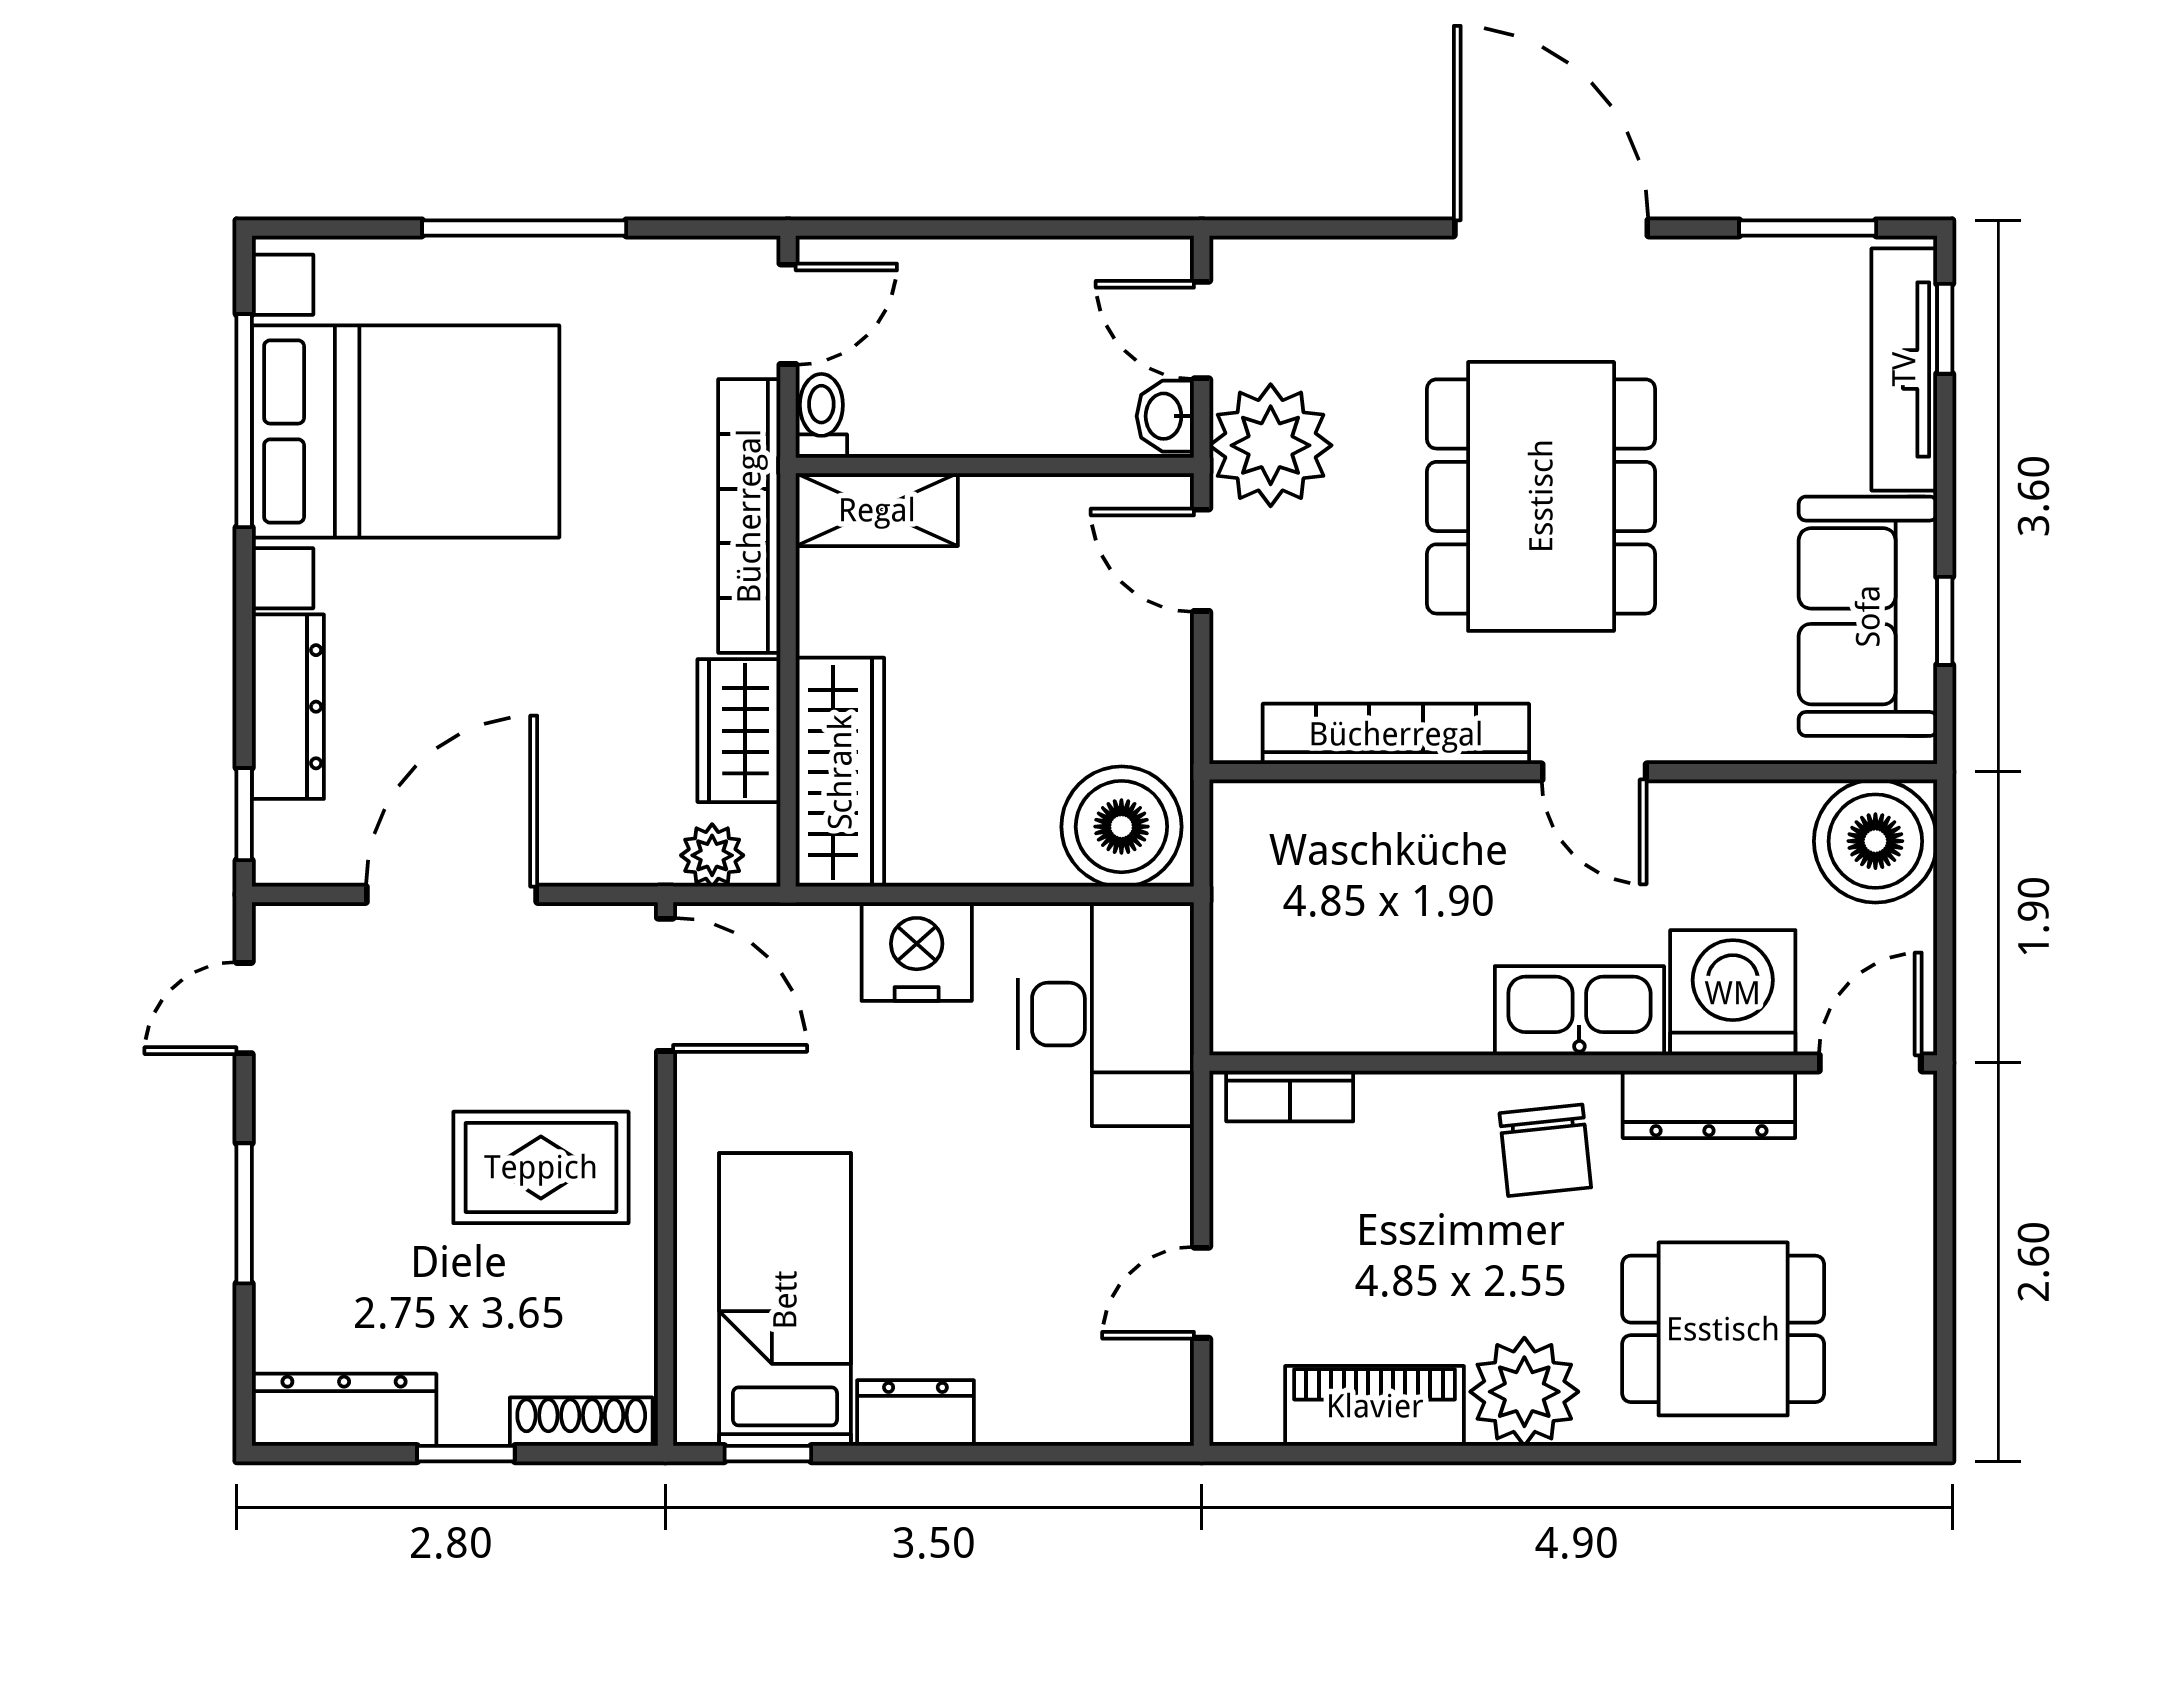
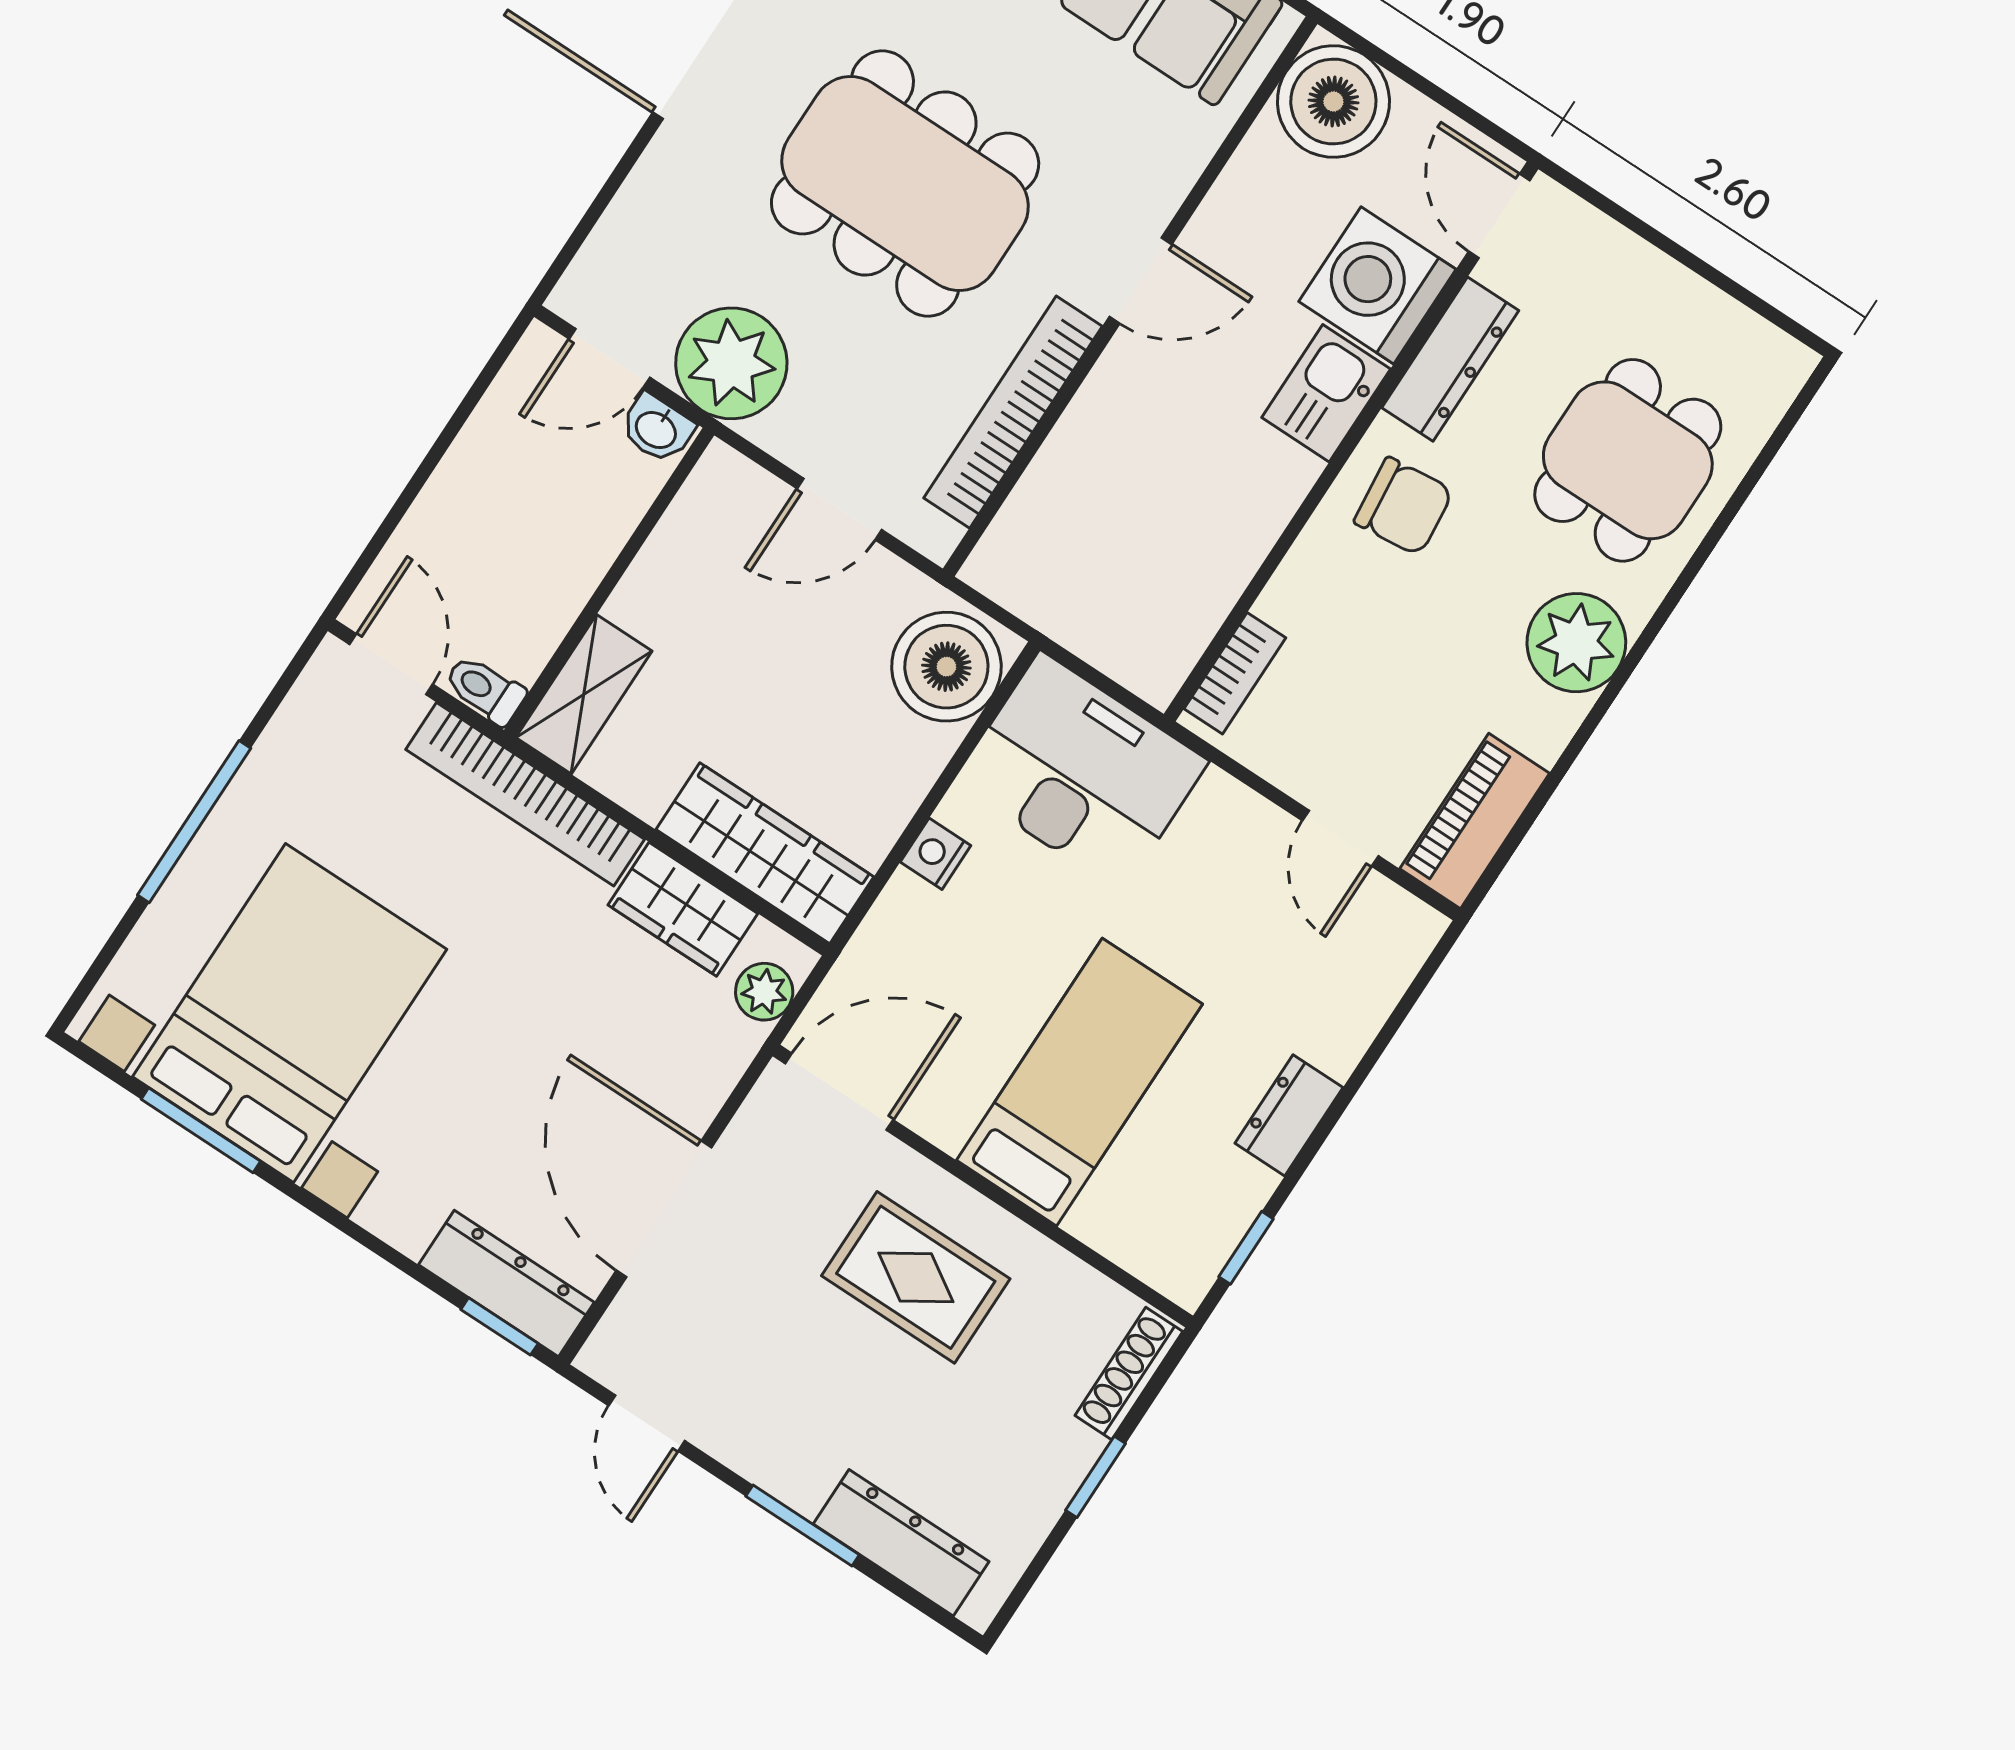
window: (244, 421) -> (201, 1130), width x0.69
door: (1202, 560) -> (839, 509), moved
dresser: (288, 707) -> (506, 1283), moved
nightstand: (917, 952) -> (935, 854), width x0.53, depth x0.56
kitchen sink: (1579, 1011) -> (1326, 393), width x0.73
rug: (541, 1167) -> (916, 1277), turned 90
bed: (785, 1300) -> (1079, 1082), moved, turned 90
piano: (1375, 1406) -> (1475, 821), moved
dresser: (344, 1410) -> (901, 1543), moved, turned 90

